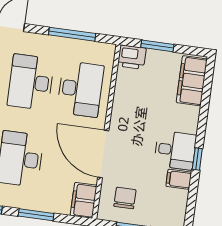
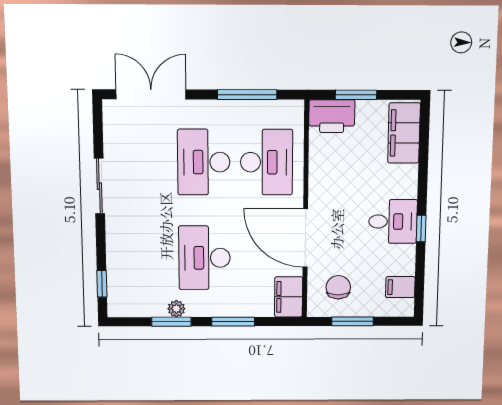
printer: (132, 57) -> (332, 116), width x1.37, depth x1.19
filing cabinet: (179, 179) -> (400, 287), moved

